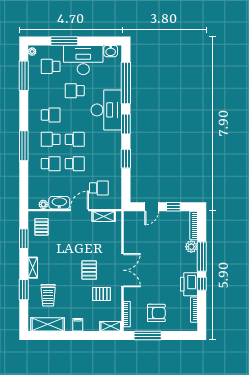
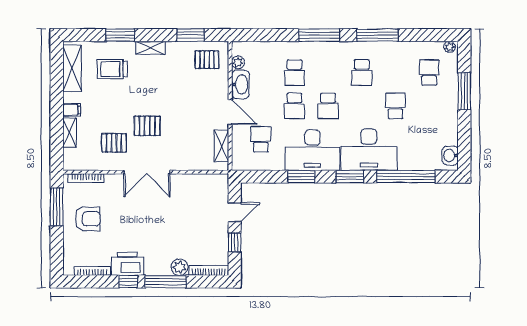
desk: (83, 60) -> (312, 150), moved, turned 90
window: (24, 76) -> (377, 35), moved
school desk: (51, 139) -> (328, 72), removed
school desk: (99, 188) -> (261, 139), turned 180
door: (152, 207) -> (235, 212), swing flipped
pallet: (101, 294) -> (114, 143), turned 90
armchair: (156, 313) -> (88, 219), turned -90
shelving: (111, 326) -> (69, 133), moved

